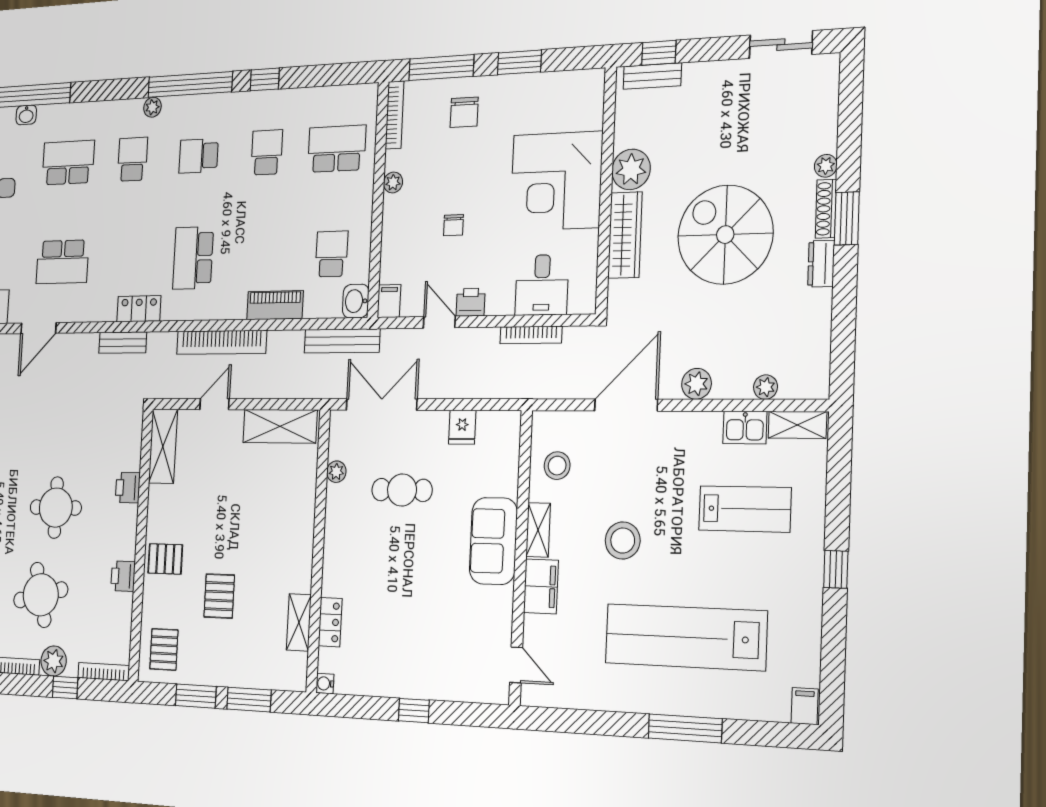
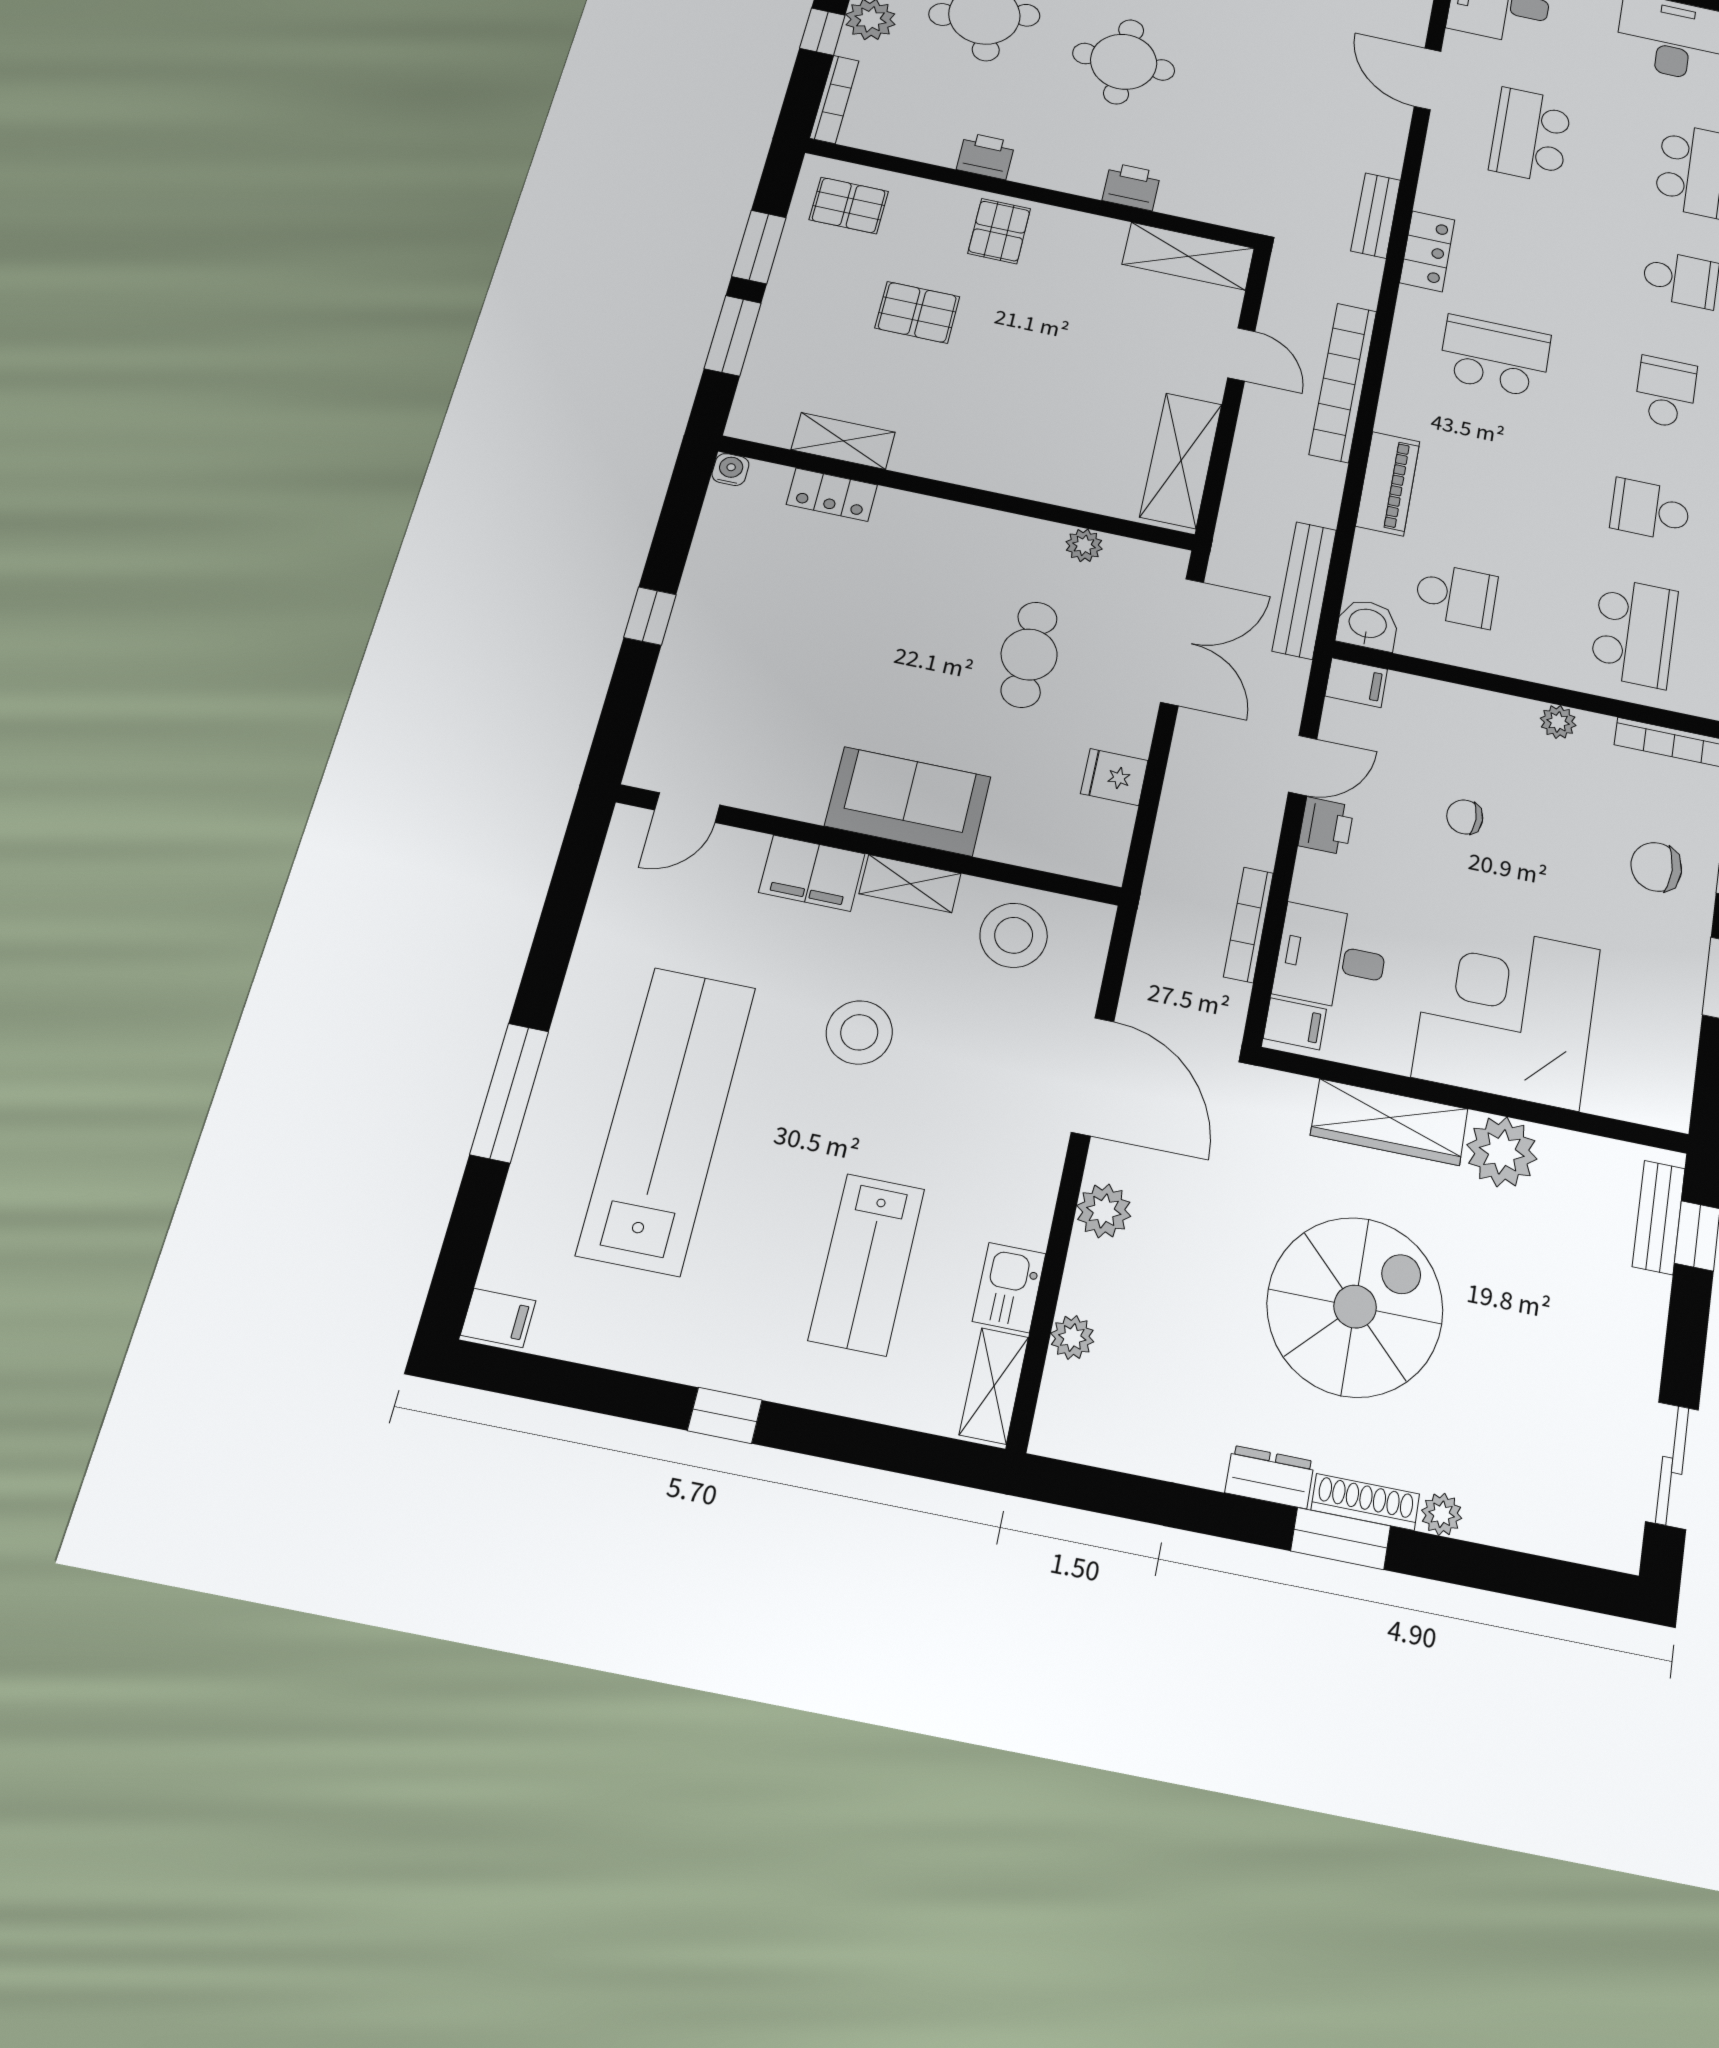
school desk: (267, 152) -> (1650, 510), turned 180
filing cabinet: (580, 298) -> (1295, 1024), added
stool: (557, 466) -> (1014, 935), width x1.38, depth x1.38

